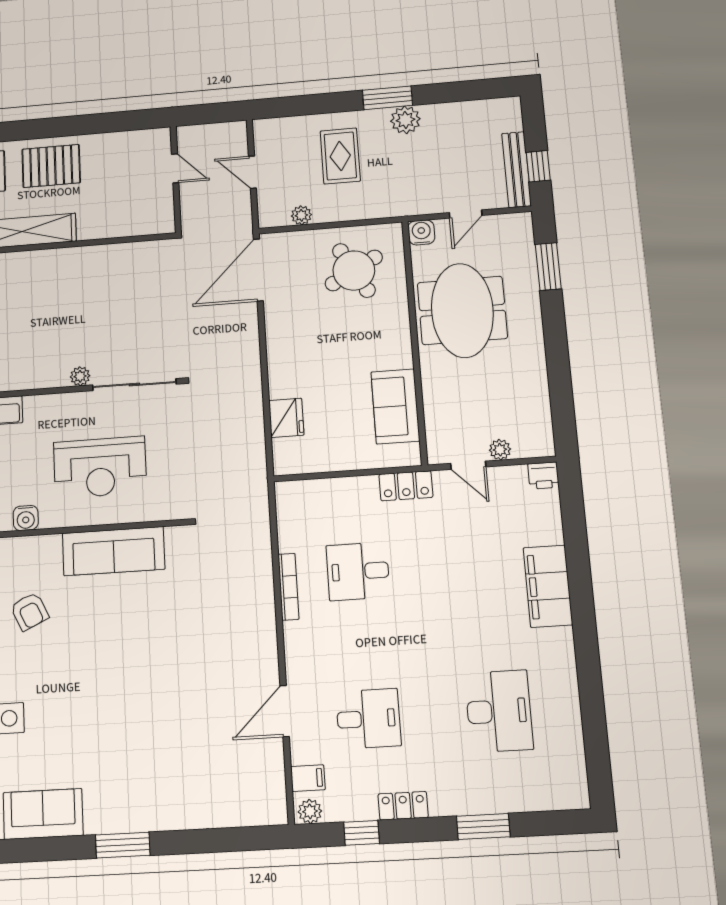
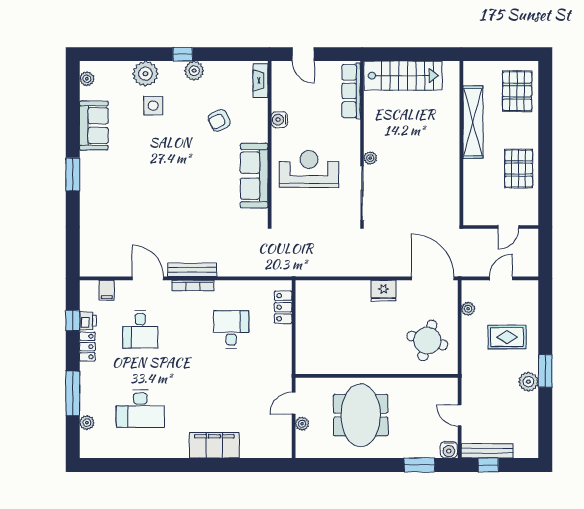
pallet: (51, 166) -> (519, 169), moved
water cooler: (421, 232) -> (449, 450), moved, turned 90
round table: (354, 270) -> (427, 340), turned 45
meeting table: (462, 310) -> (361, 415), moved, turned 90
sofa: (395, 406) -> (335, 360), removed
fridge: (286, 418) -> (384, 291), moved
reception desk: (100, 467) -> (309, 169), turned 90
printer: (543, 476) -> (88, 321), moved, turned 180
locker: (406, 486) -> (283, 307), moved
bookcase: (288, 587) -> (193, 285), moved
bench: (267, 640) -> (192, 270), added
plant: (310, 811) -> (87, 423), moved
window: (483, 827) -> (73, 393), width x1.44

